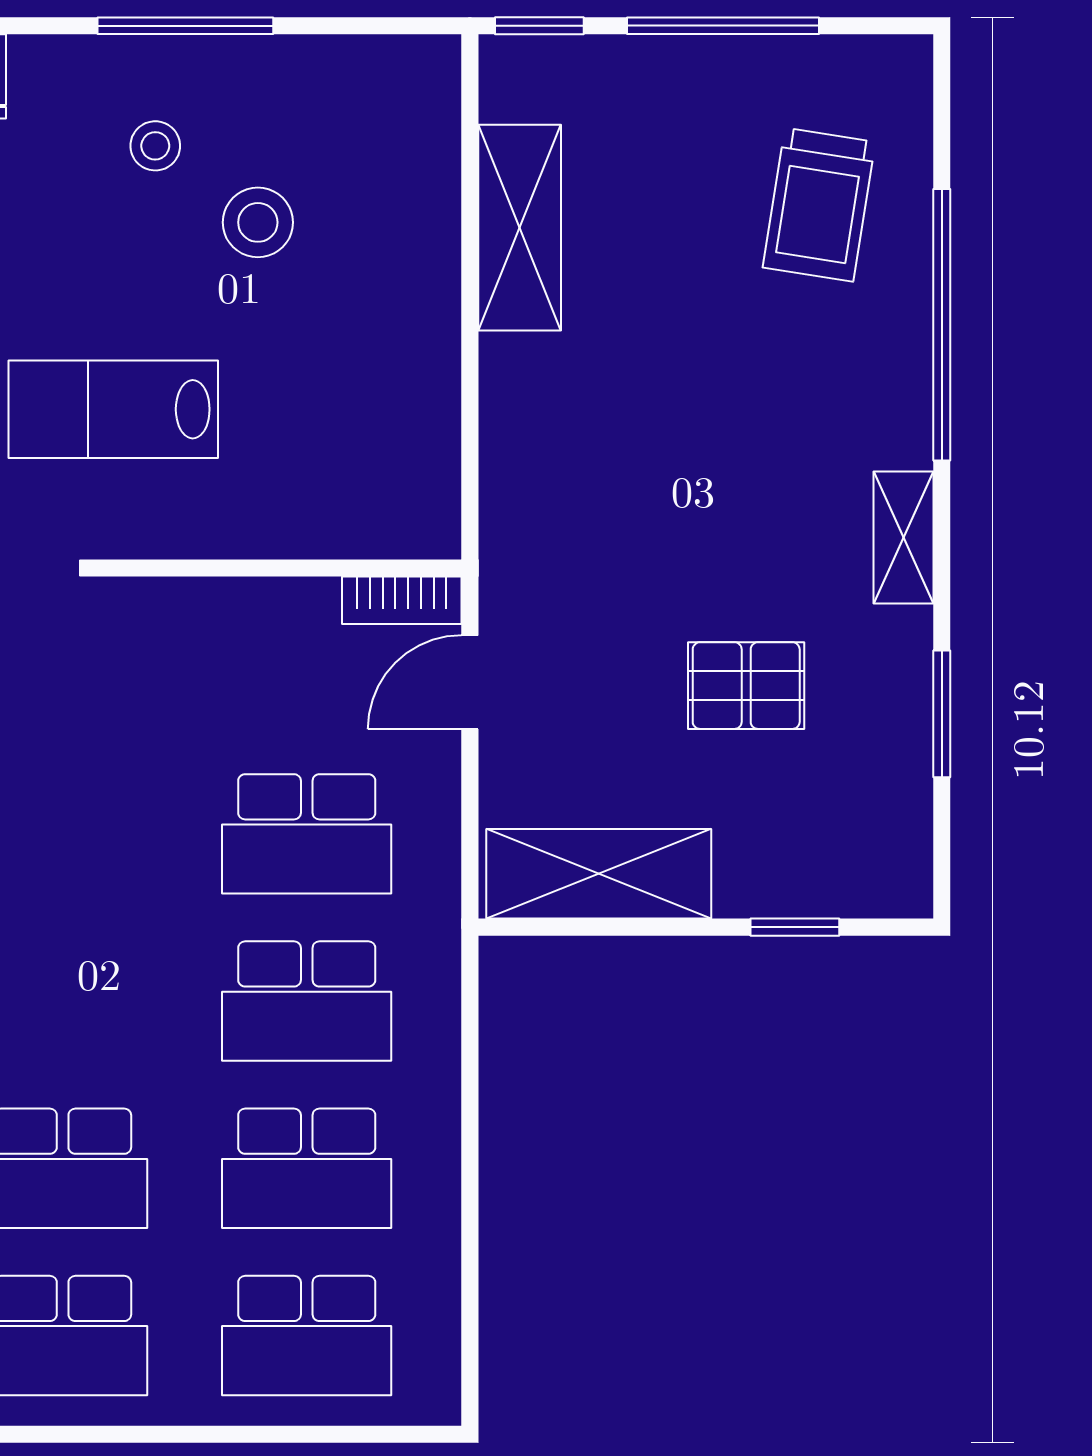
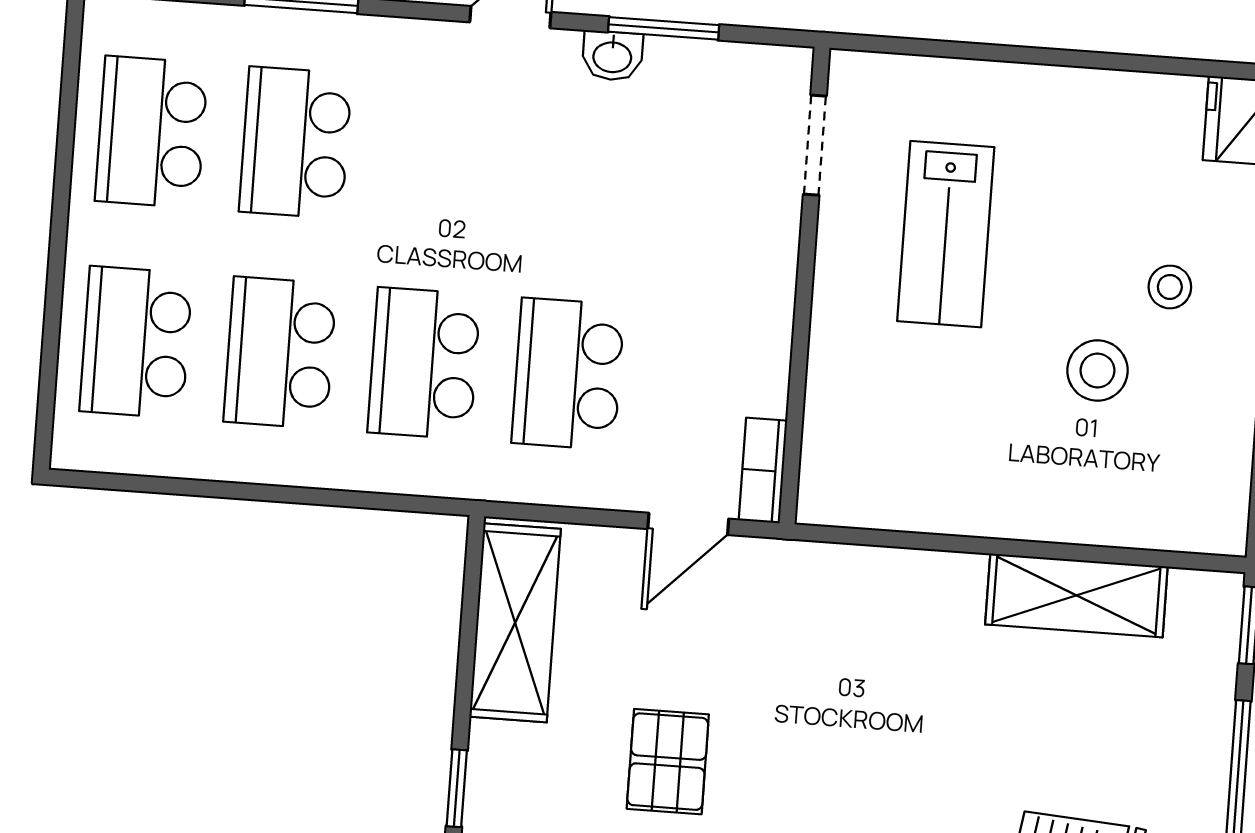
lab bench: (113, 409) -> (946, 234), turned 180
door: (470, 682) -> (688, 524), swing flipped

